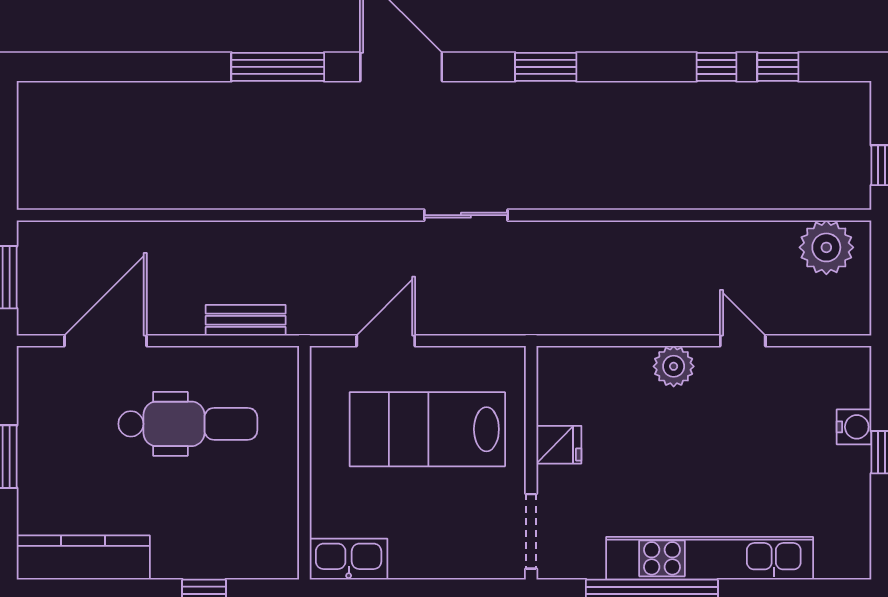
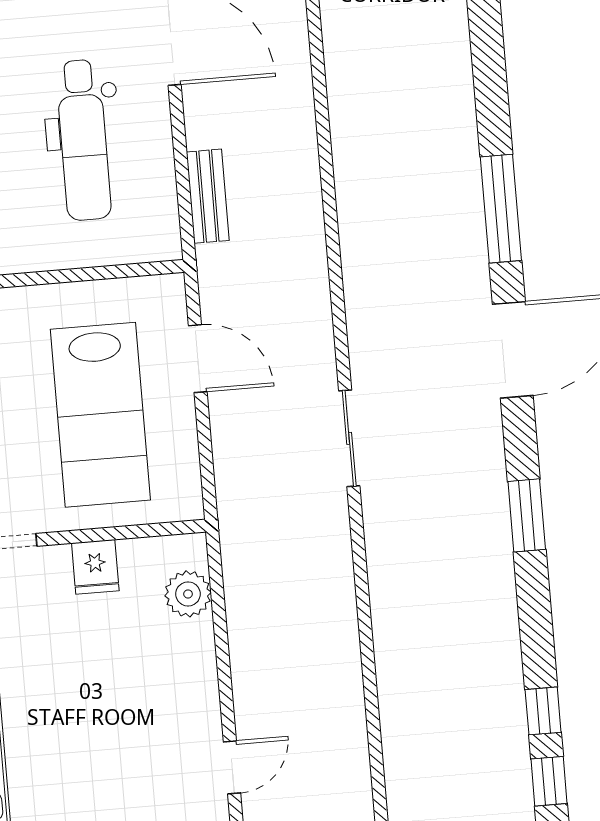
plant: (674, 366) -> (188, 594), moved
lab bench: (427, 429) -> (100, 415), turned 180

